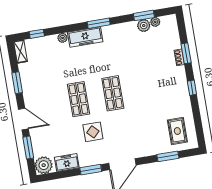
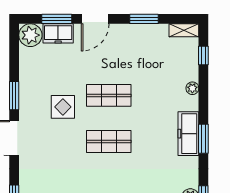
freezer: (85, 37) -> (188, 134), moved
freezer: (67, 163) -> (58, 33), moved, turned 90

